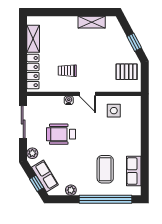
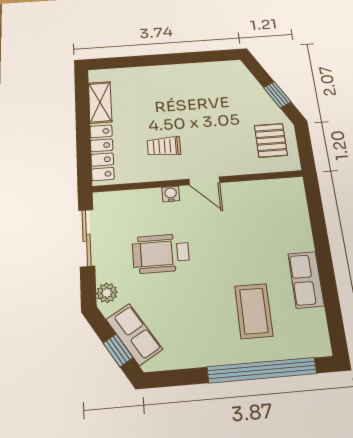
shelving: (92, 22) -> (200, 71), removed
pallet: (127, 72) -> (271, 140), turned 90
side table: (114, 111) -> (256, 205), removed
row of seats: (134, 171) -> (306, 280), moved
plant: (71, 190) -> (189, 358), removed

